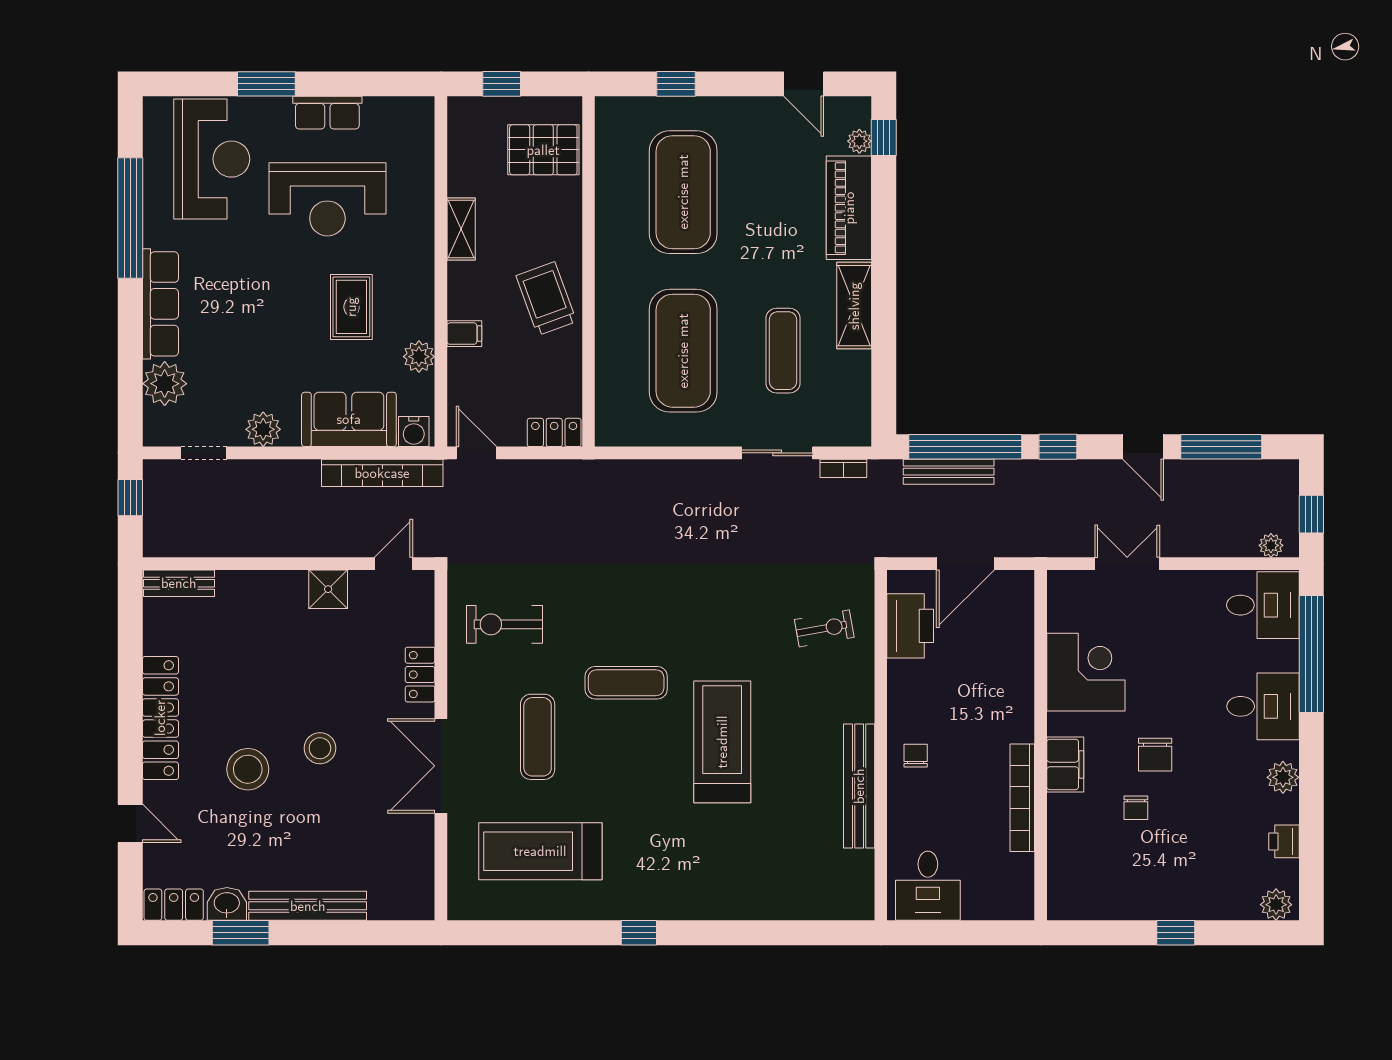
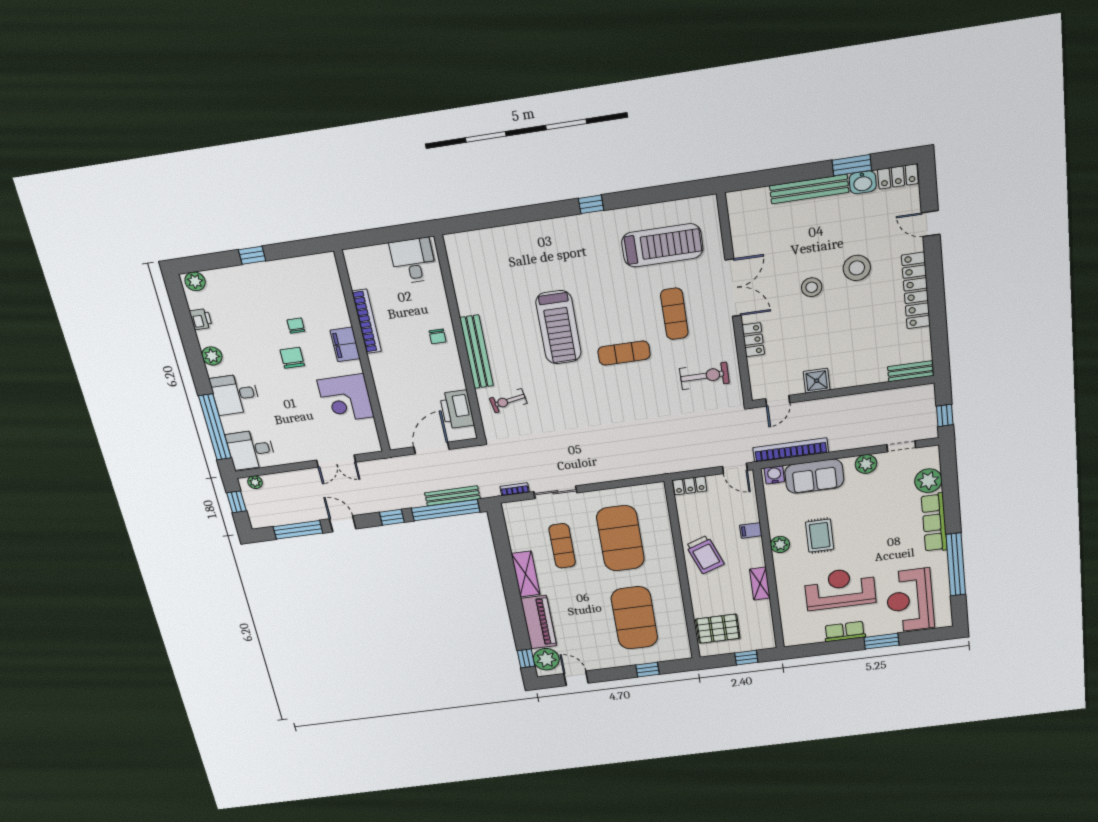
plant: (859, 141) -> (546, 659), width x1.87, depth x1.87
plant: (419, 357) -> (780, 544), moved
bench: (859, 786) -> (477, 352), moved

